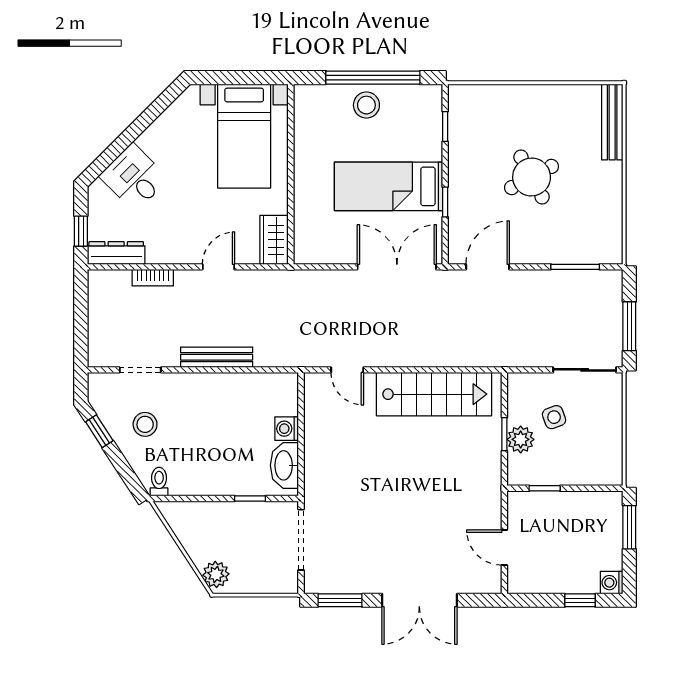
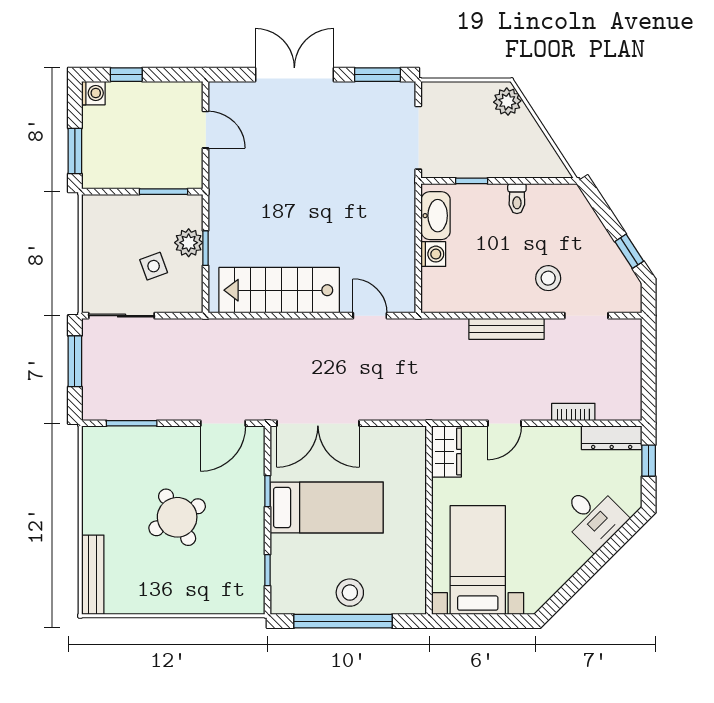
stool: (145, 424) -> (548, 278), moved
toilet: (159, 482) -> (517, 199), moved
window: (545, 488) -> (163, 192), width x1.50

